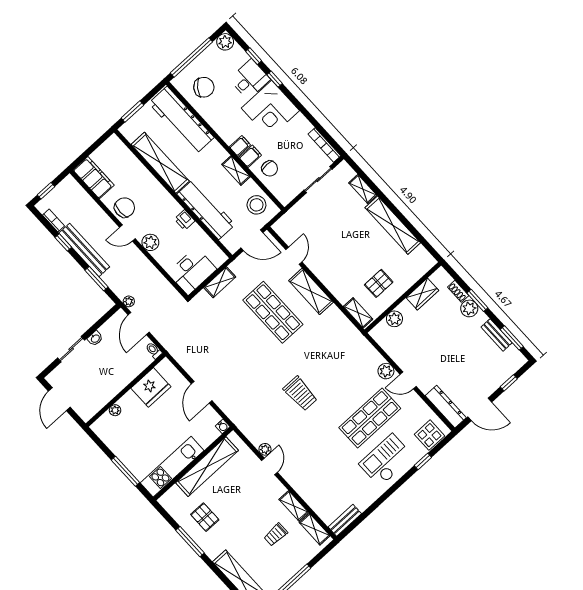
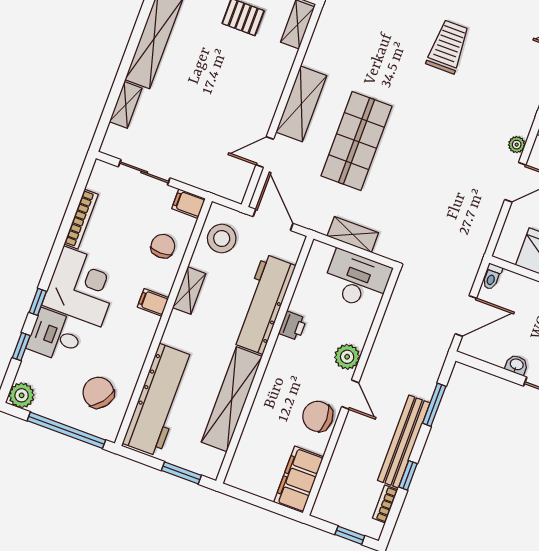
bookcase: (324, 145) -> (81, 219), moved
filing cabinet: (250, 156) -> (189, 204), moved
plant: (129, 301) -> (517, 145), moved

